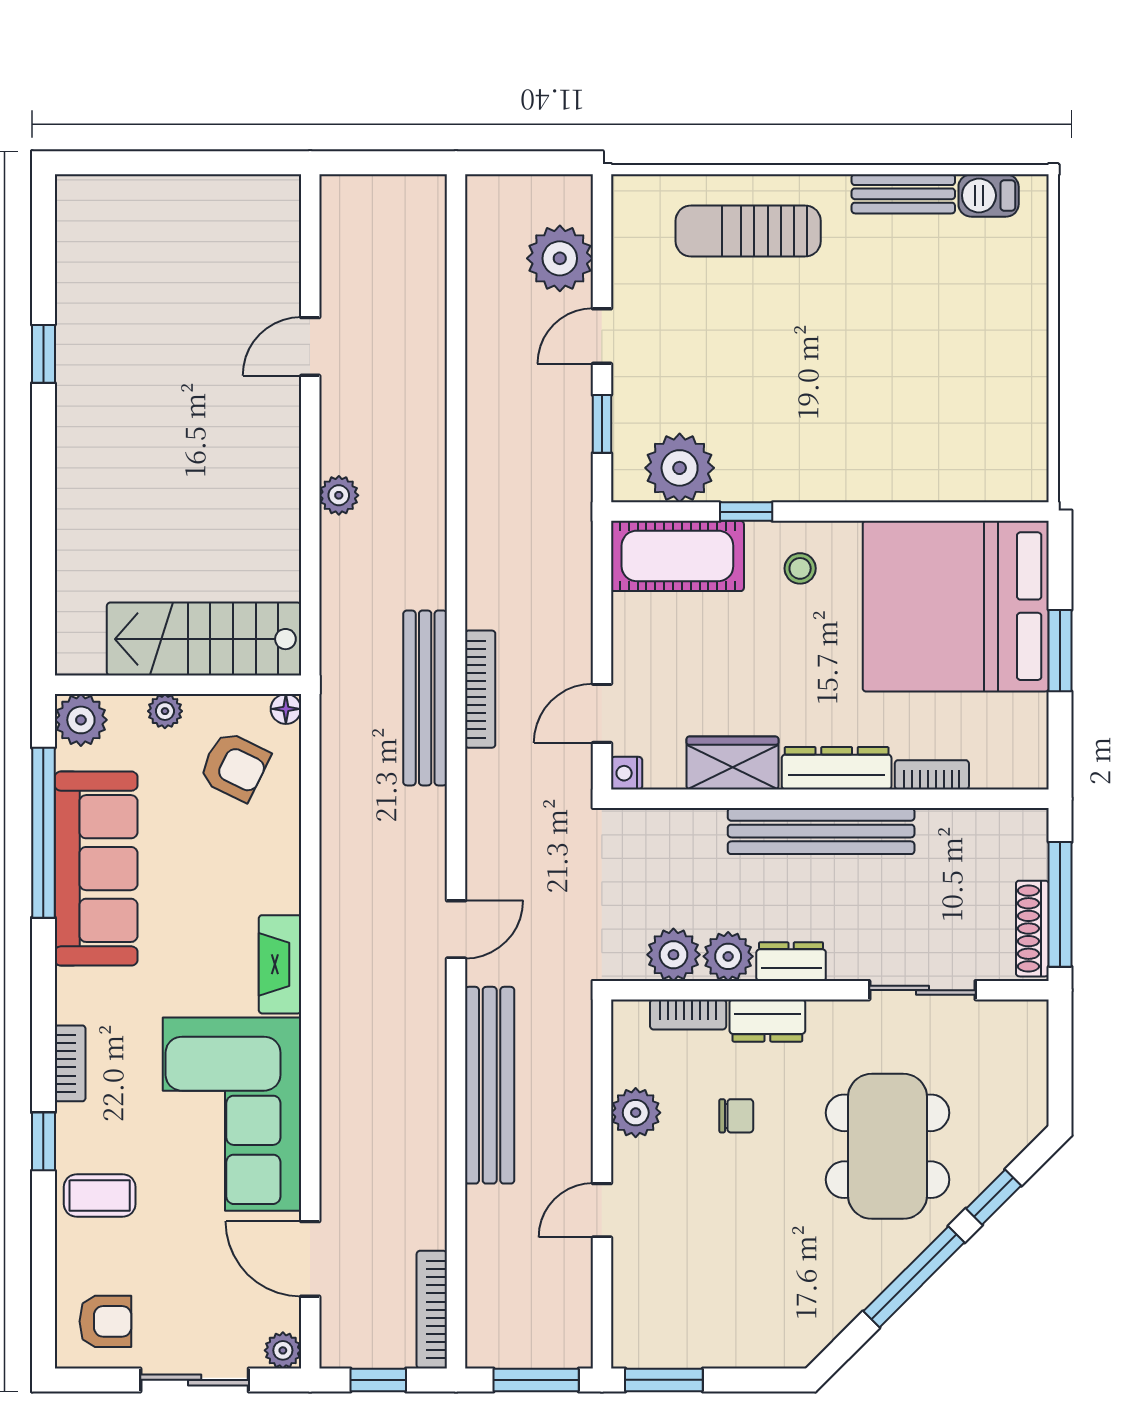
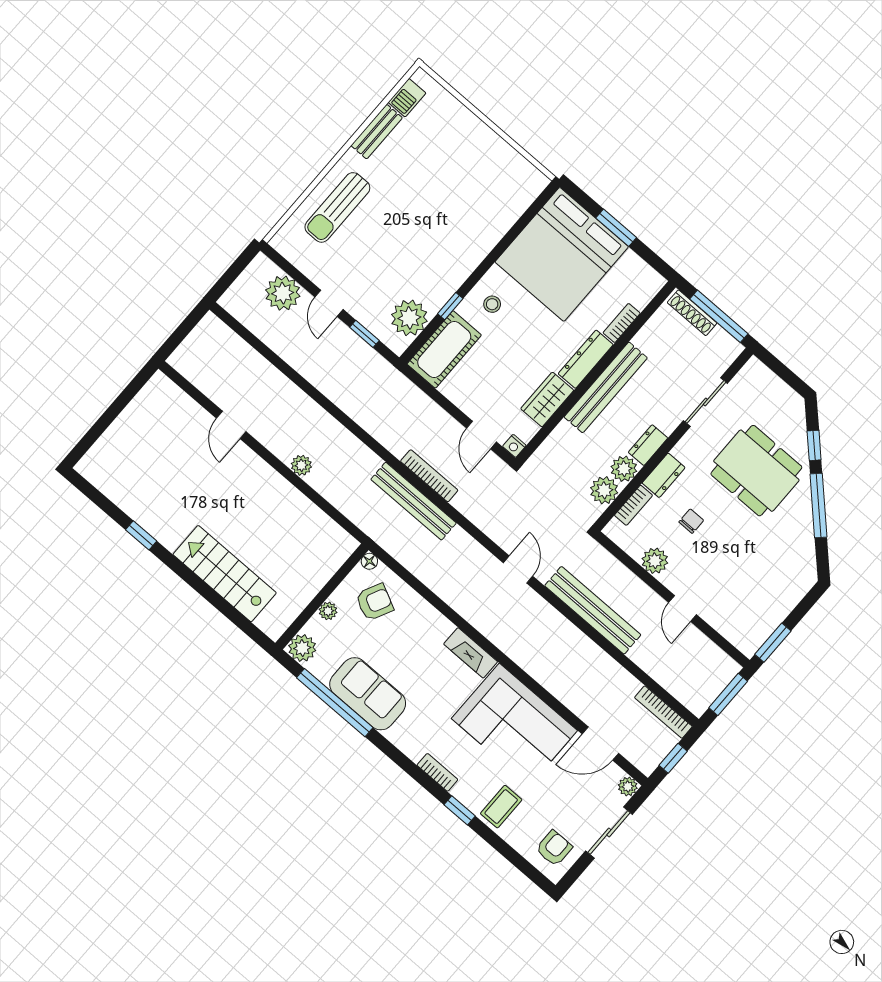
stairs: (204, 639) -> (225, 574), moved, turned 90
sofa: (96, 869) -> (368, 694), width x0.73
shoe rack: (1032, 929) -> (692, 313), moved

